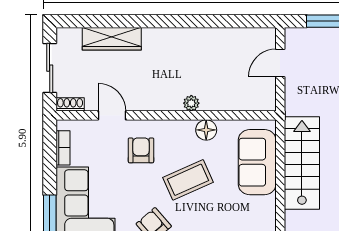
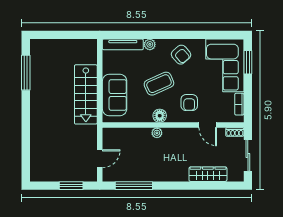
window: (227, 21) -> (134, 186), added
floor lamp: (206, 130) -> (160, 116), moved

